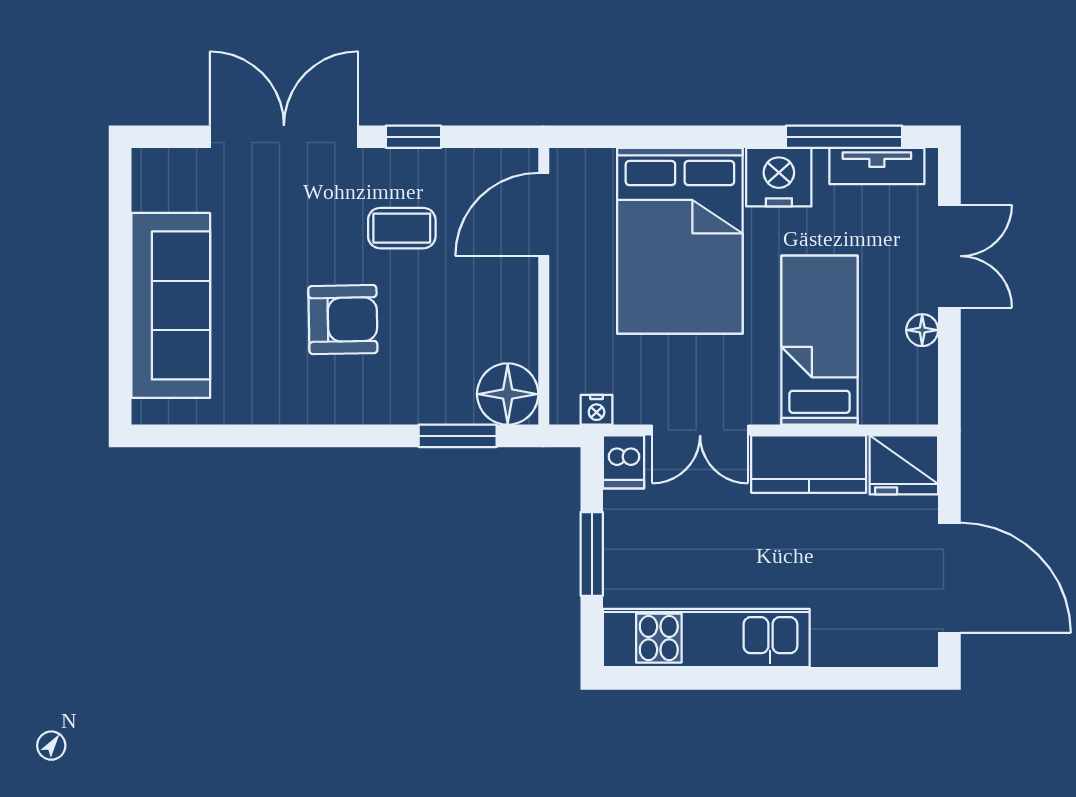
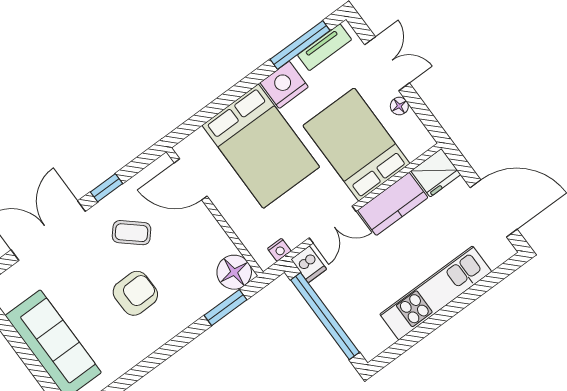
door: (544, 214) -> (191, 179), hinge flipped
coffee table: (402, 228) -> (132, 233), turned 41
bed: (819, 340) -> (356, 145), width x1.50
window: (592, 554) -> (325, 316), width x2.11
kitchen unit: (706, 638) -> (436, 293), moved

